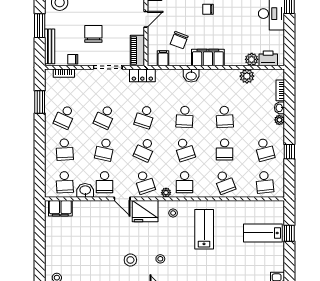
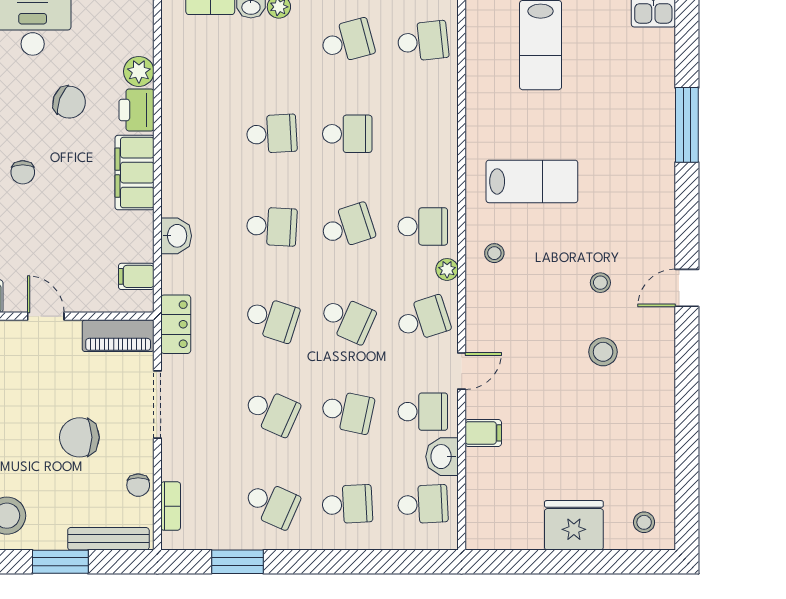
chair: (179, 40) -> (69, 102), moved
printer: (268, 58) -> (137, 110), moved
washbasin: (191, 76) -> (176, 236), moved
plant: (247, 76) -> (178, 82), removed
school desk: (225, 182) -> (423, 134), removed
filing cabinet: (60, 208) -> (483, 433), moved, width x0.50
fridge: (145, 211) -> (574, 525), moved, turned -90
lab bench: (204, 229) -> (532, 181), turned 180

